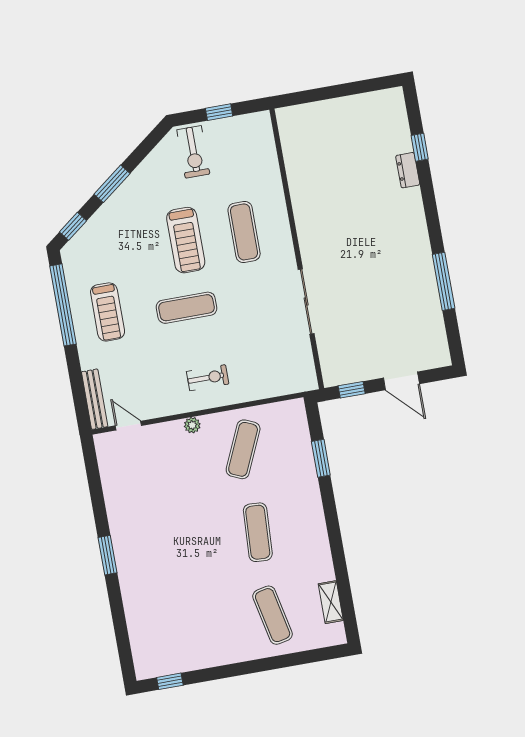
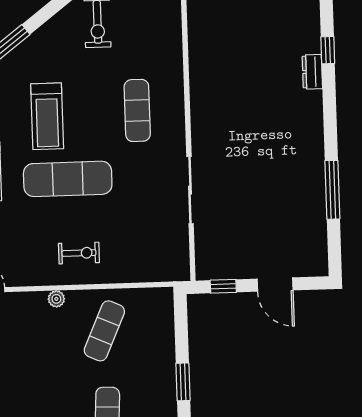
treadmill: (186, 240) -> (47, 116), moved
exercise mat: (186, 308) -> (68, 179), width x1.36, depth x1.45
window: (321, 458) -> (183, 382), moved

